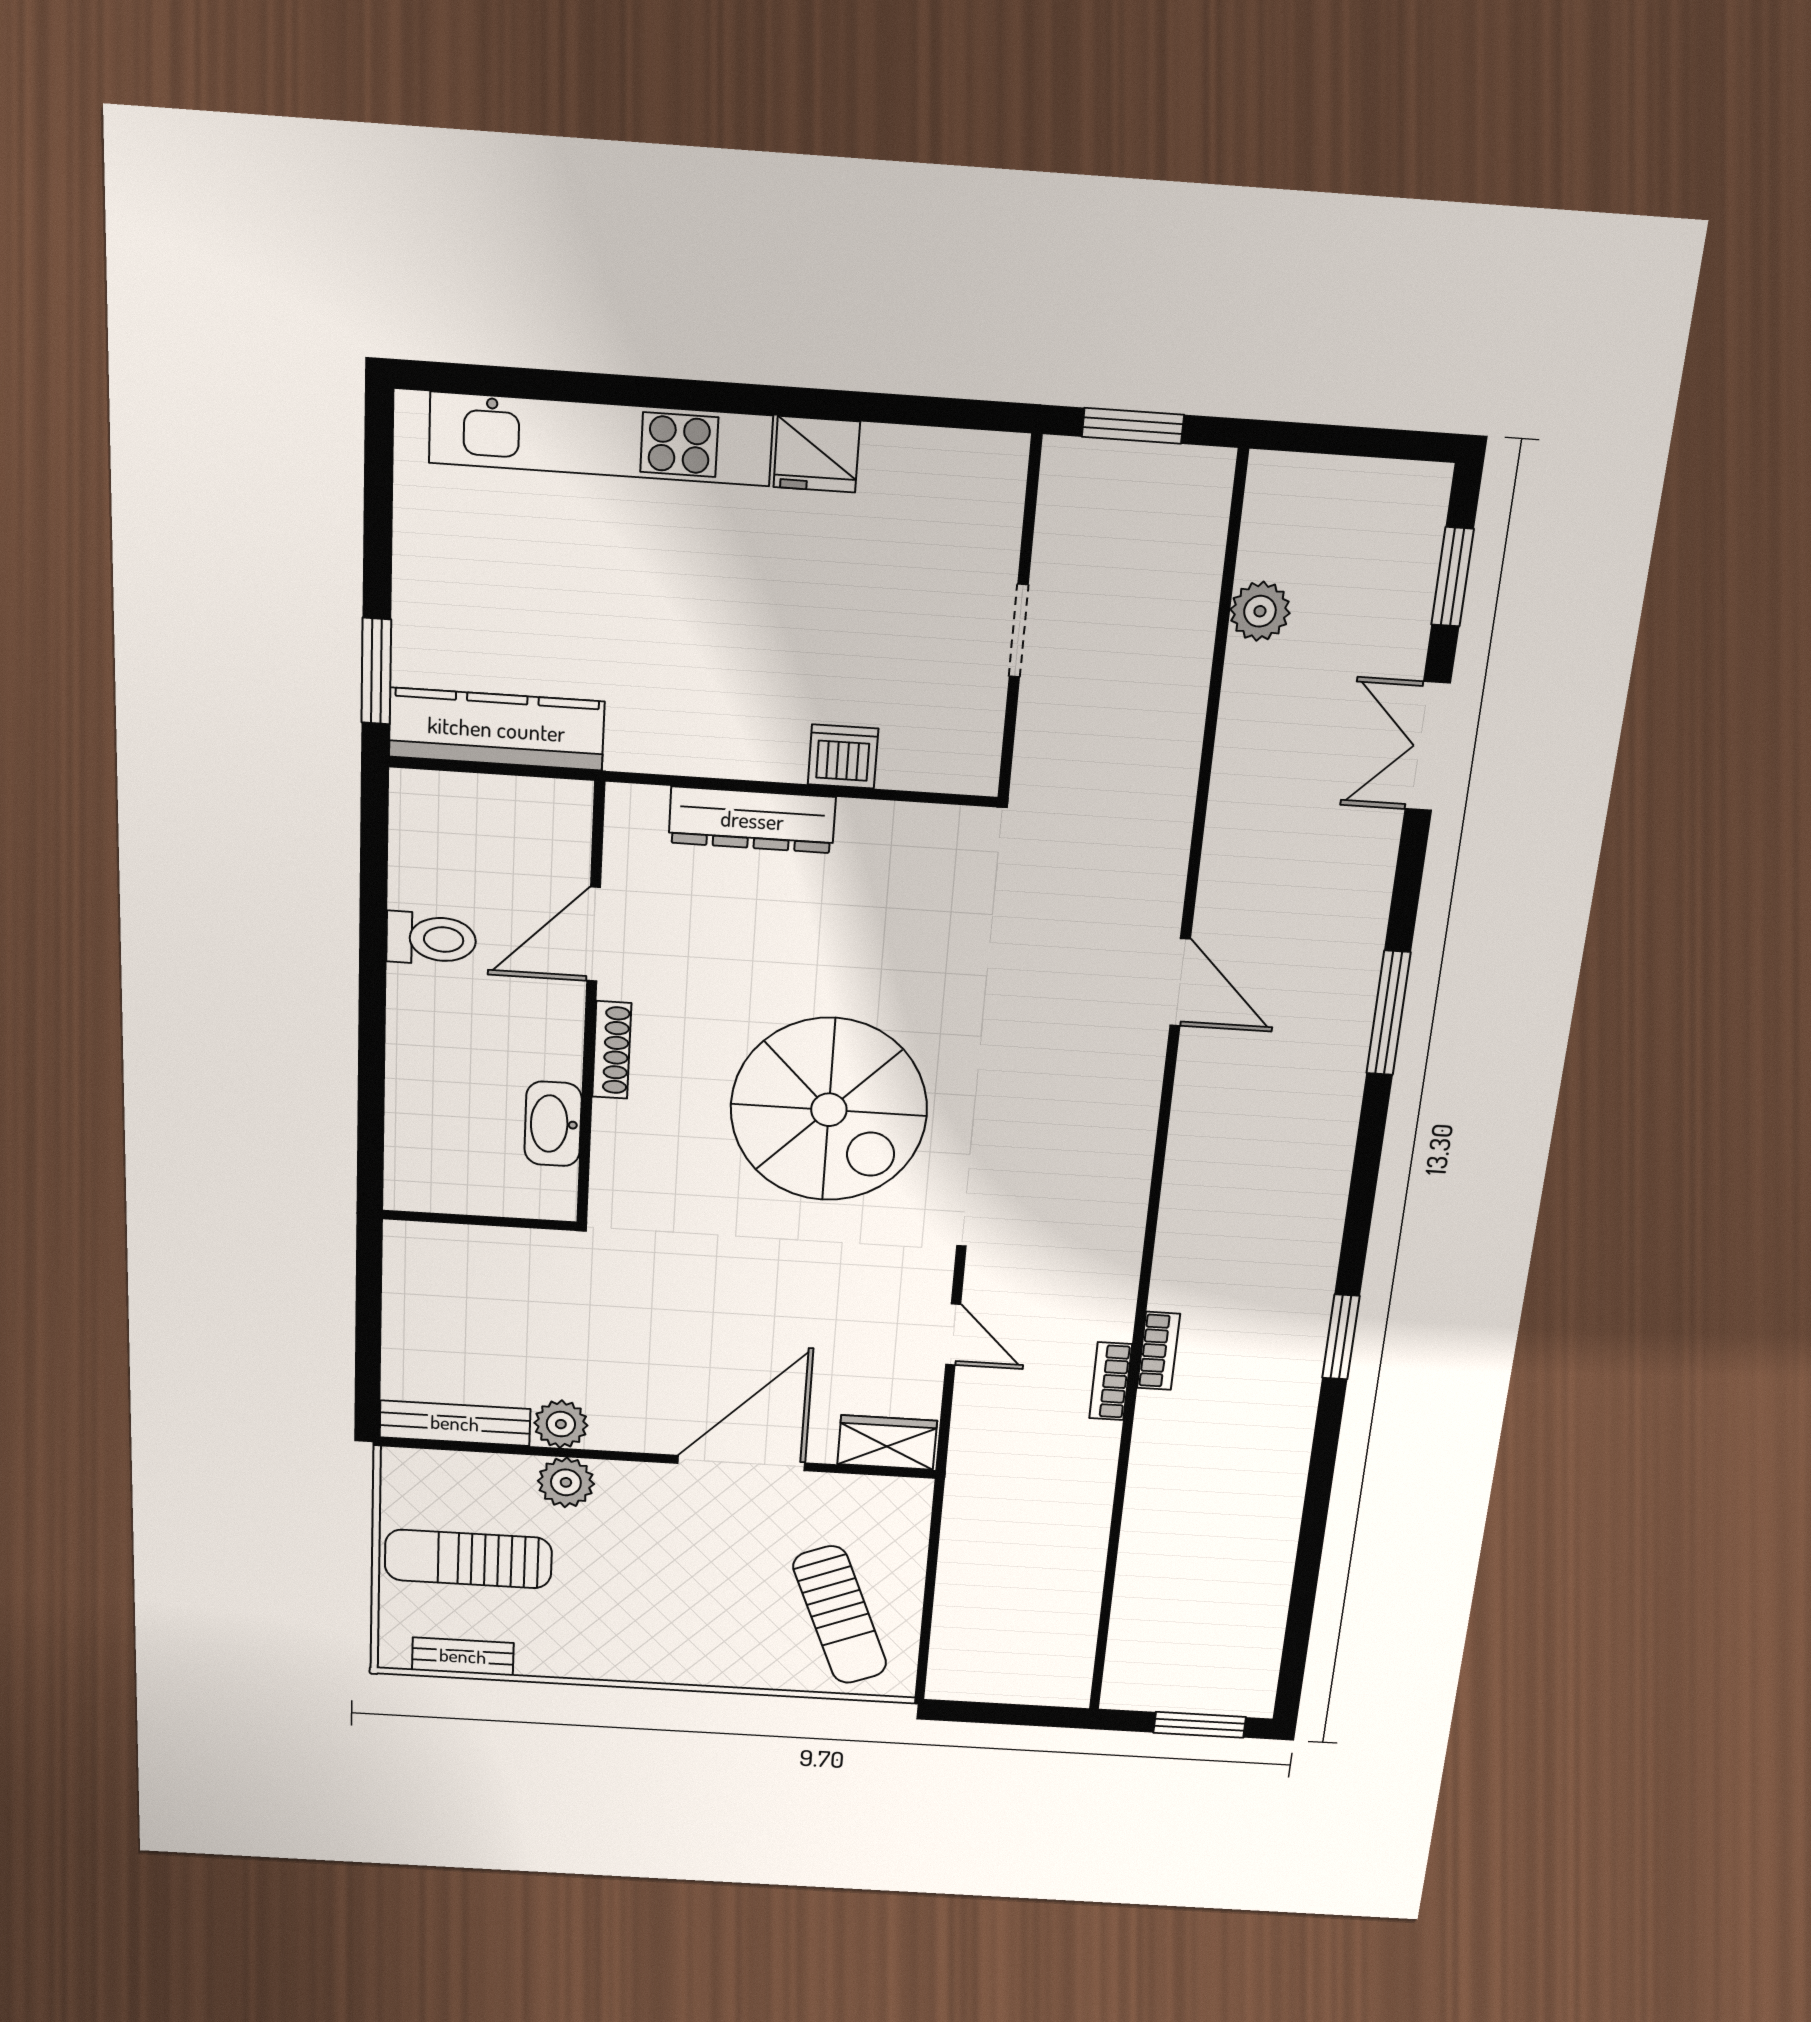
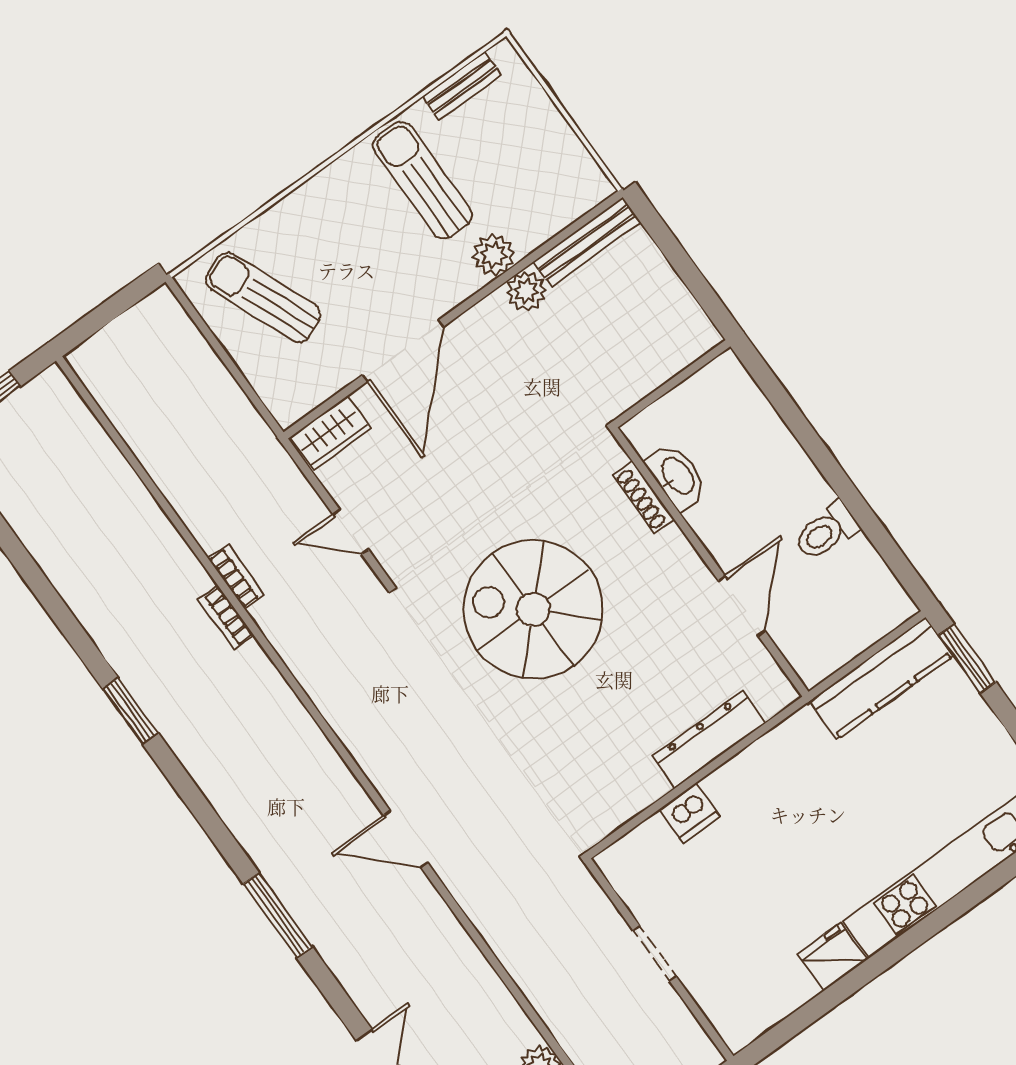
shoe rack: (612, 1050) -> (644, 497), moved
sun lounger: (468, 1559) -> (423, 180), moved, turned -90

